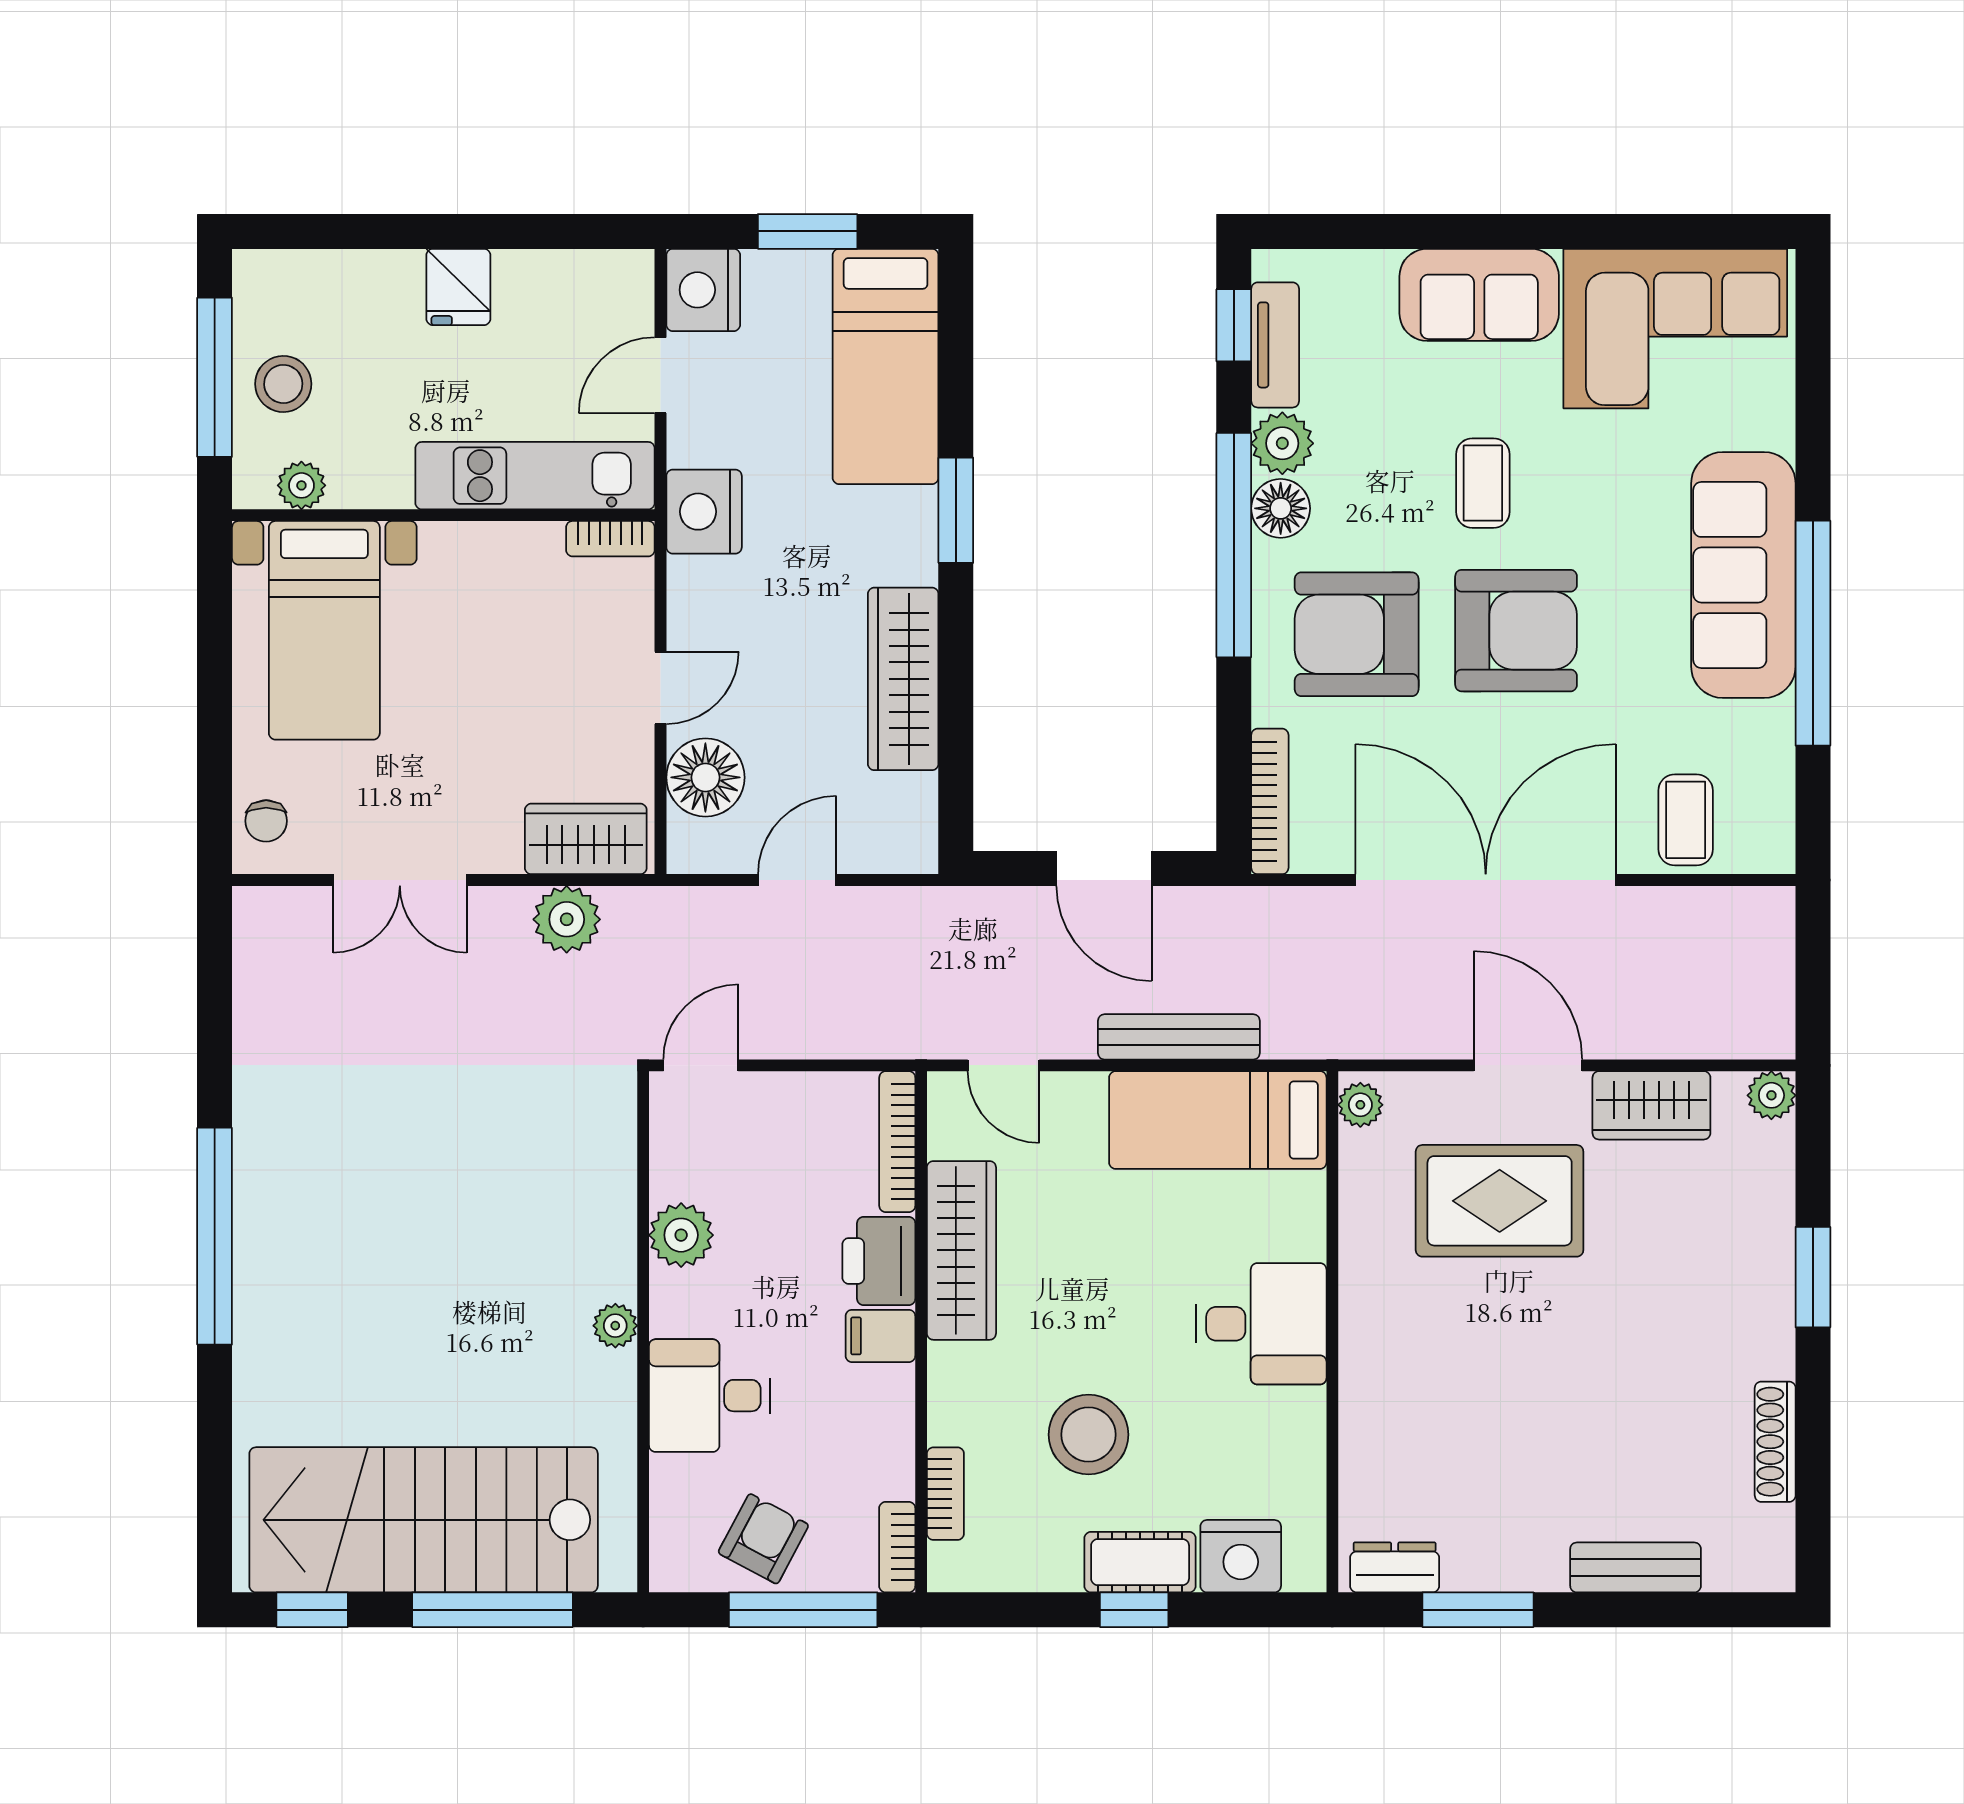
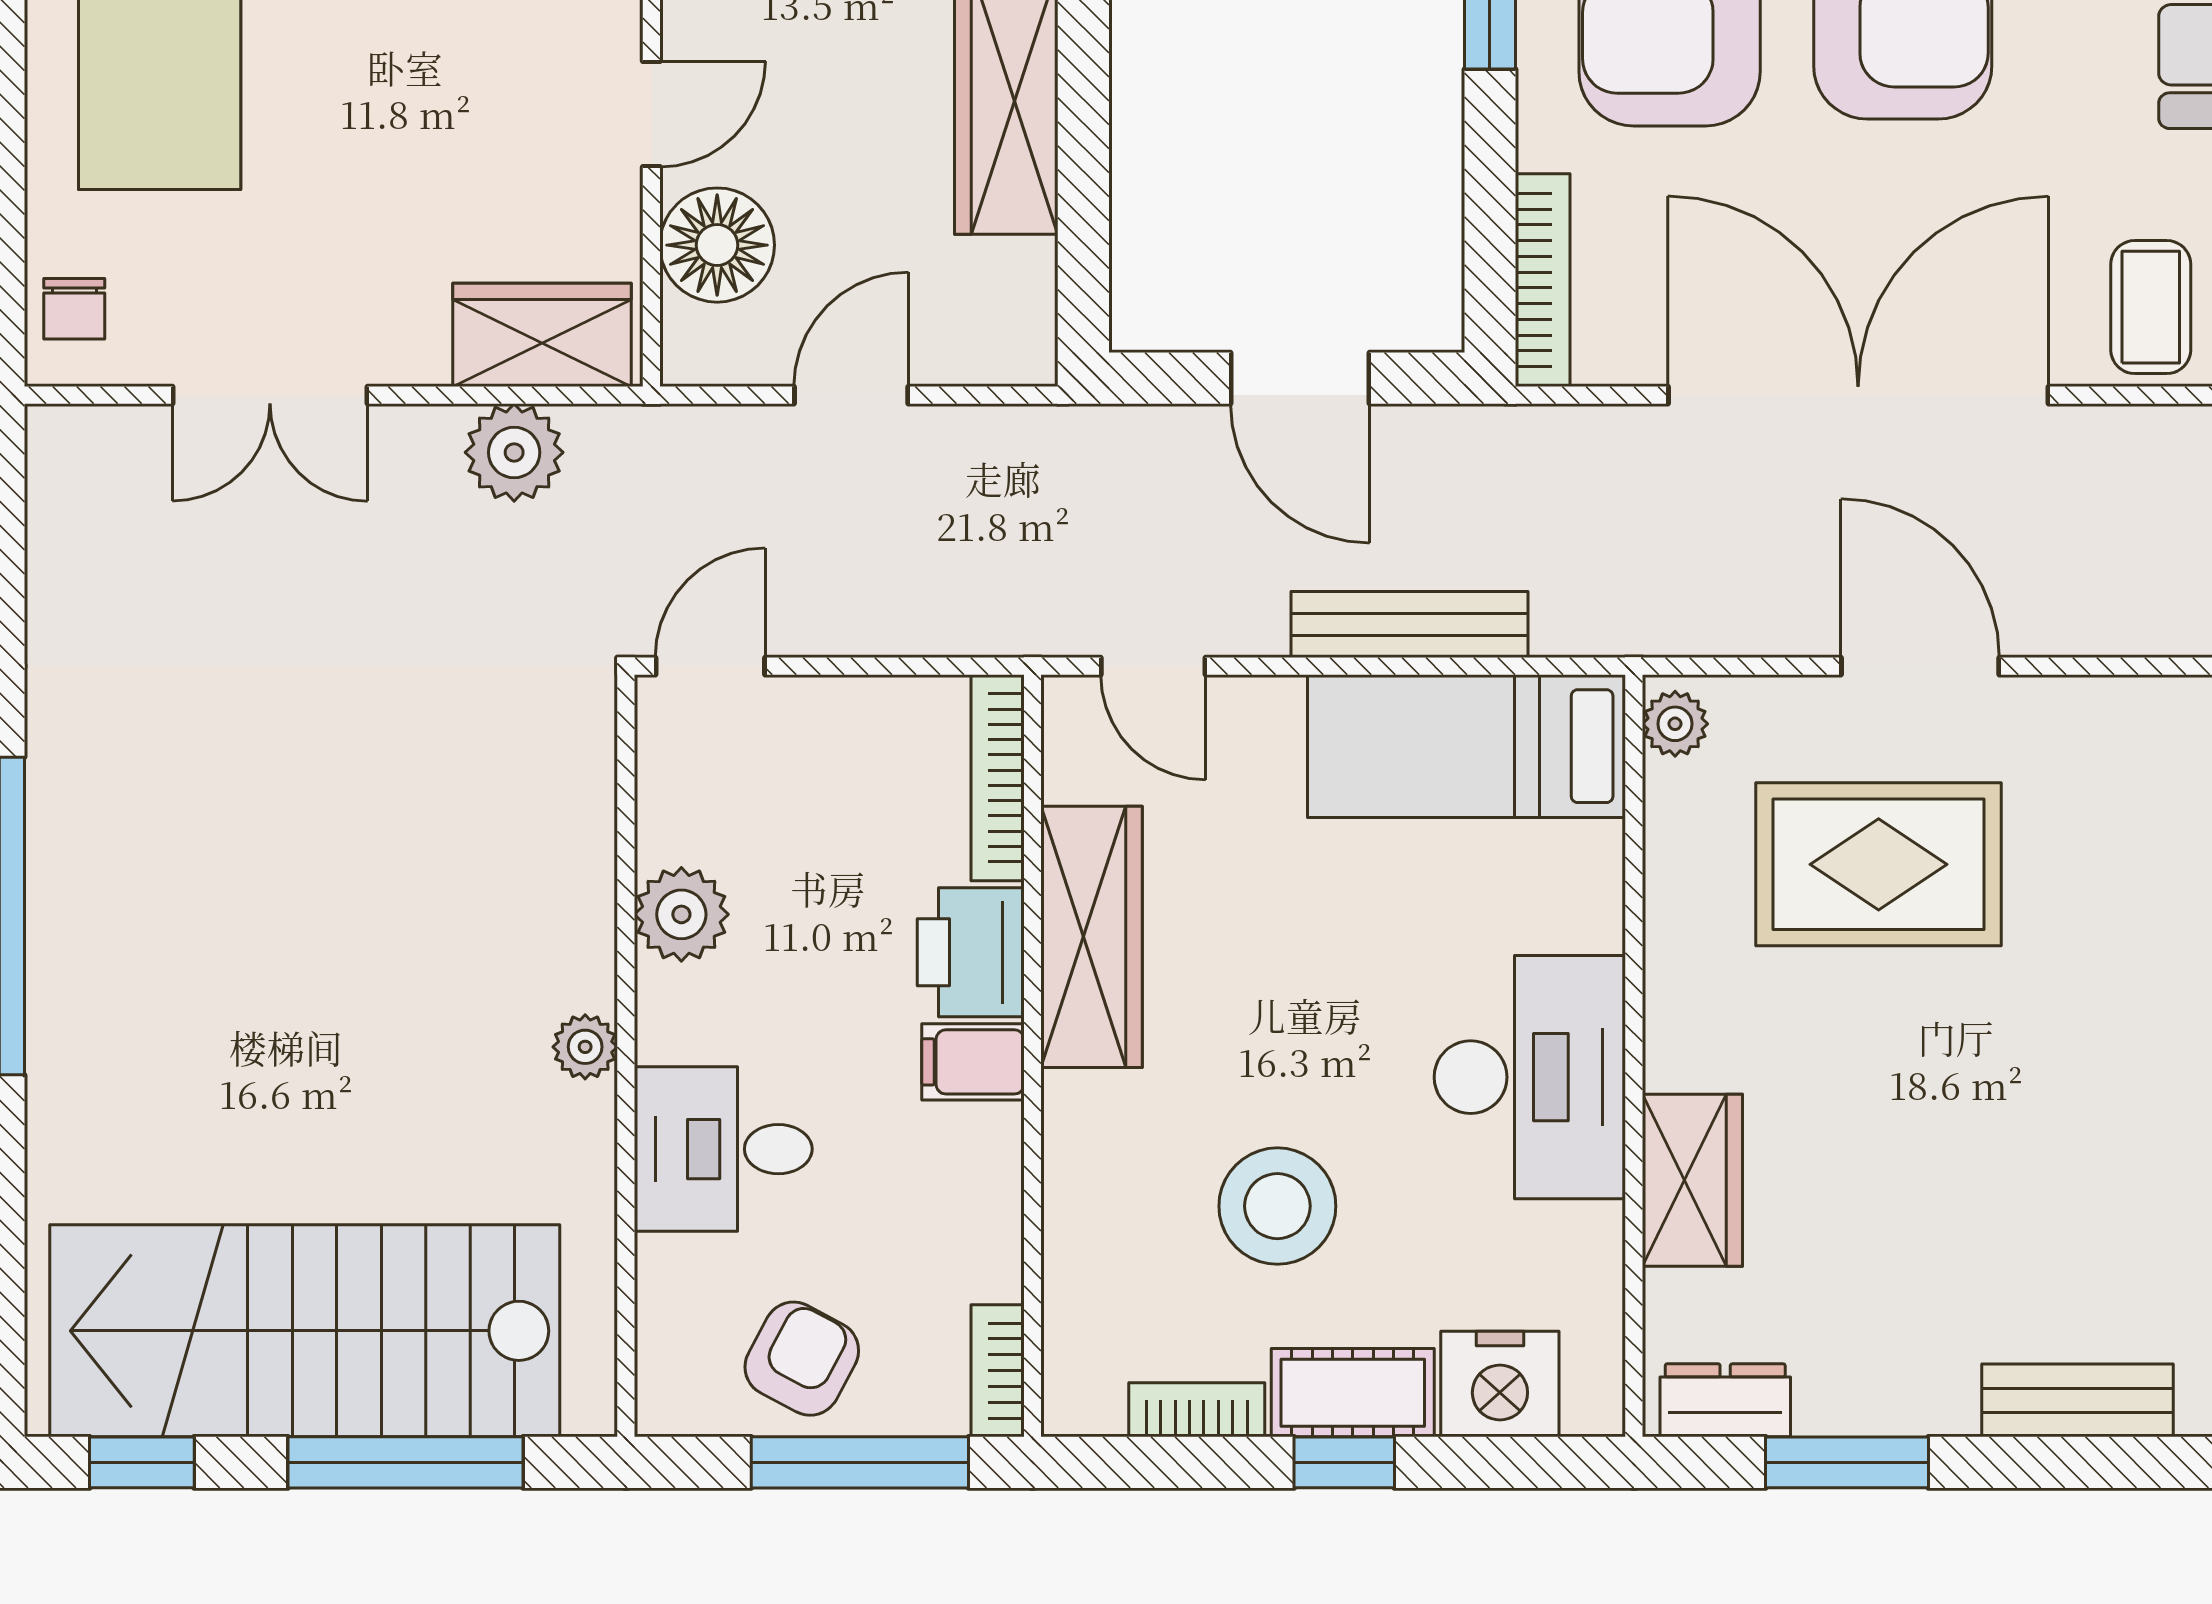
wardrobe: (1651, 1105) -> (1692, 1180), moved, turned -90
desk: (1261, 1324) -> (1530, 1077), width x1.37
bookcase: (945, 1494) -> (1197, 1410), moved, turned -90

